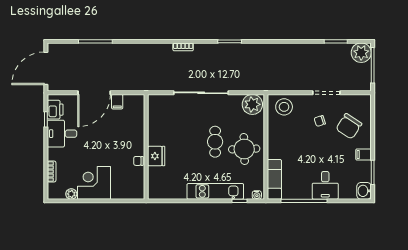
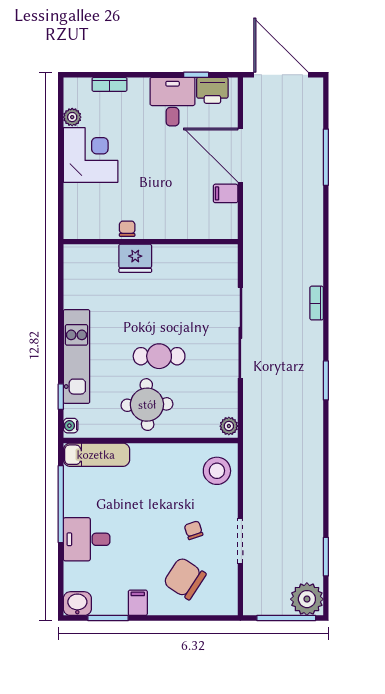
plant: (252, 104) -> (229, 426), width x0.53, depth x0.53

